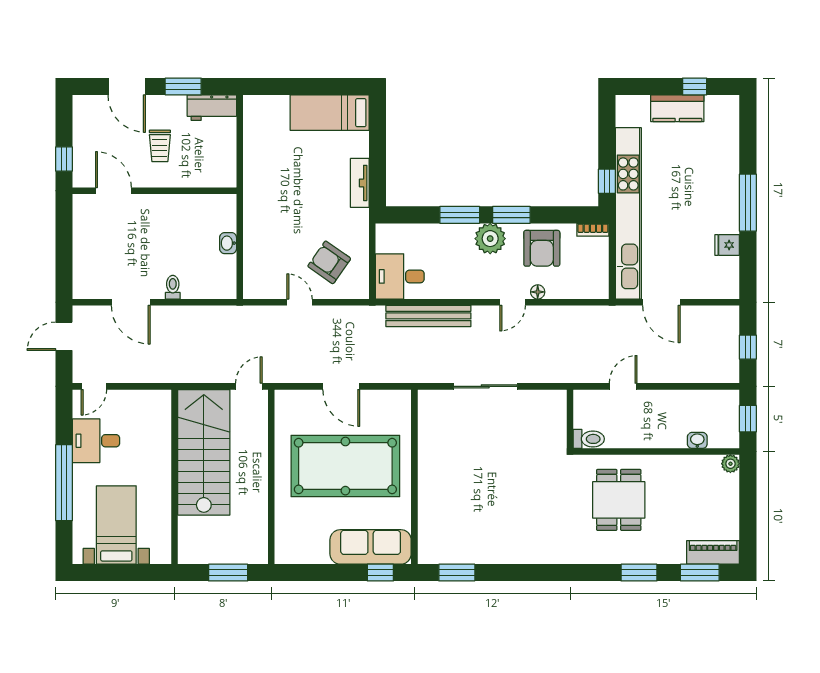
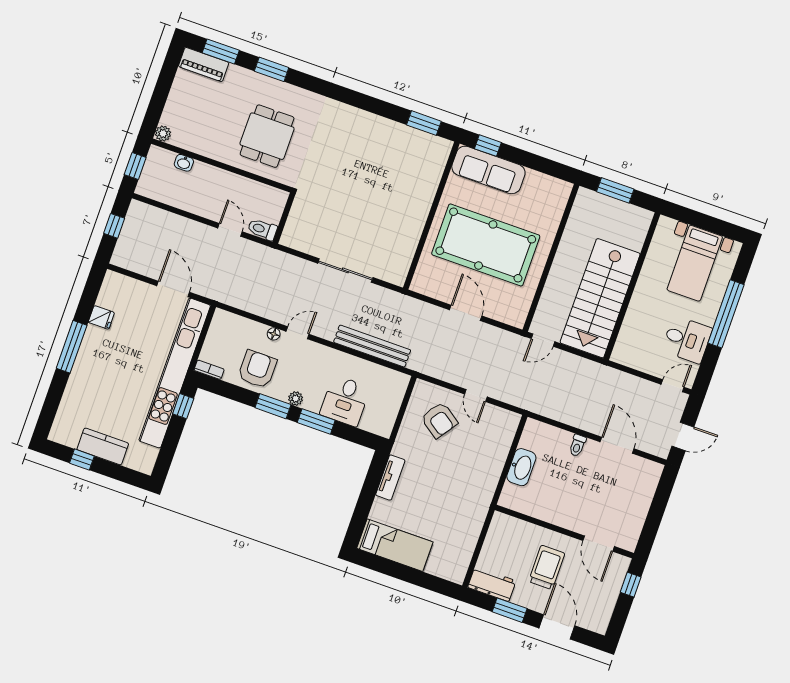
trolley: (160, 146) -> (547, 567), width x1.36, depth x1.39
plant: (490, 239) -> (296, 399), width x0.53, depth x0.53
washbasin: (228, 243) -> (521, 467), width x1.91, depth x1.45
desk: (400, 276) -> (345, 401), moved, turned 90
door: (623, 386) -> (230, 230), swing flipped
toilet: (589, 439) -> (262, 229), moved

